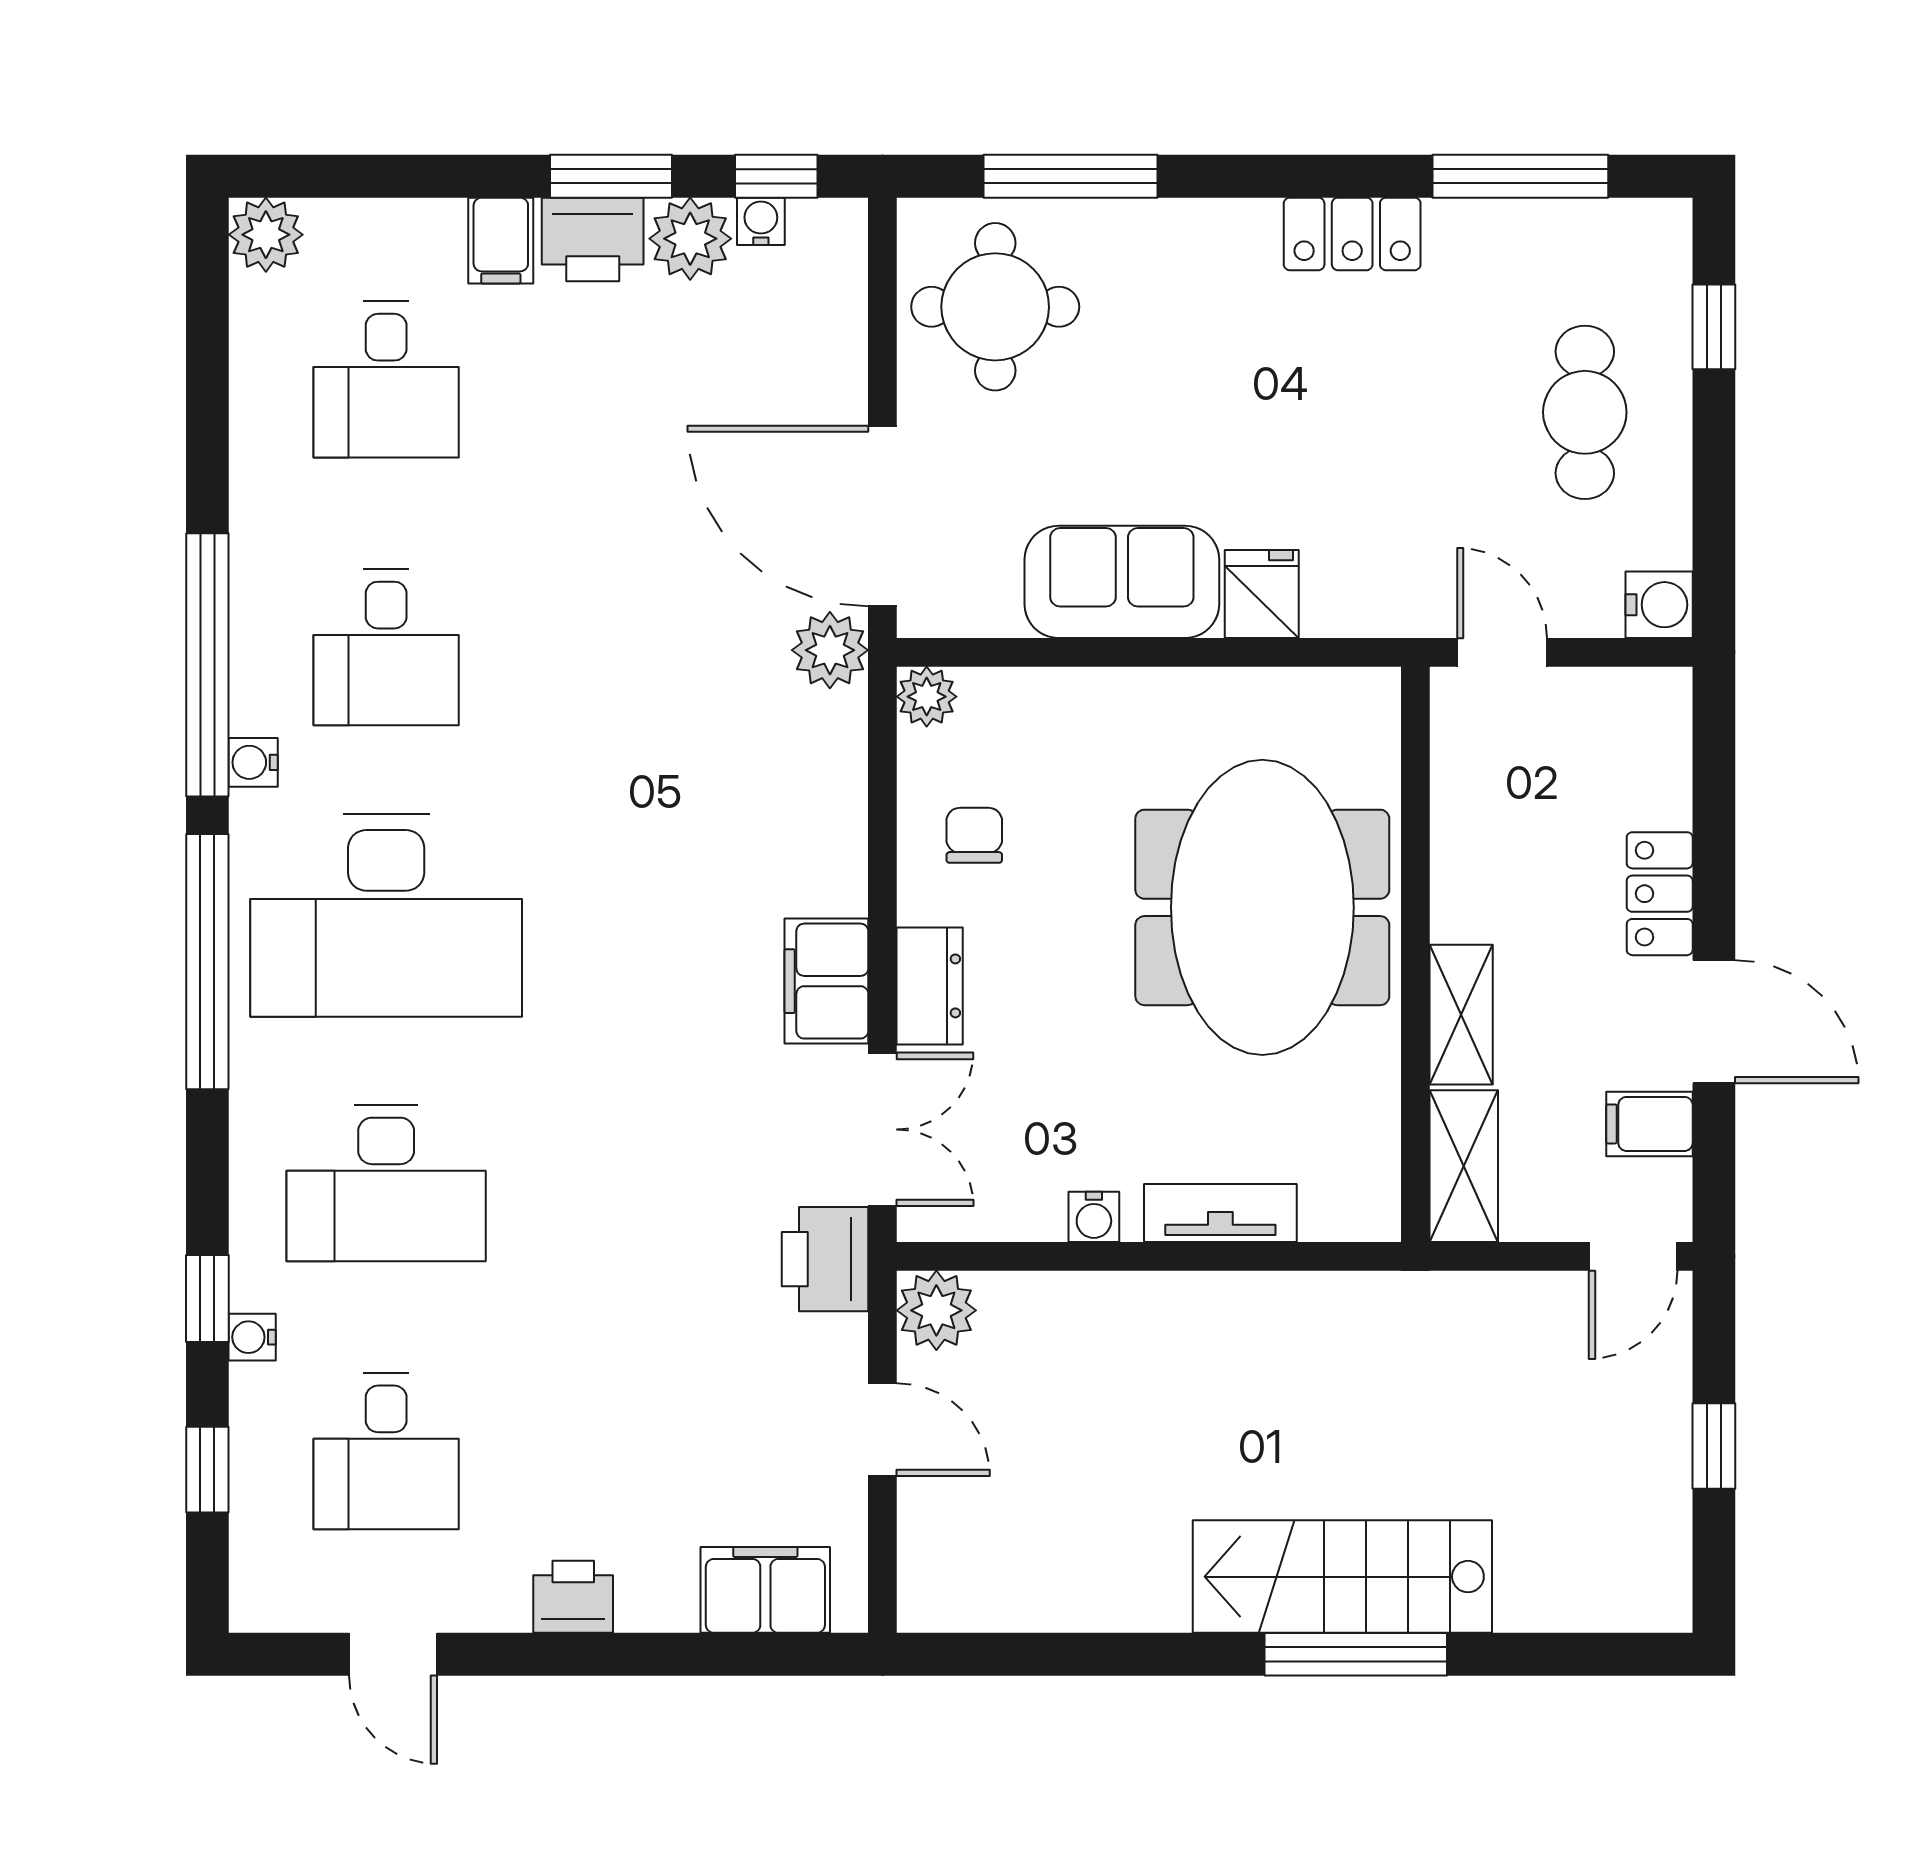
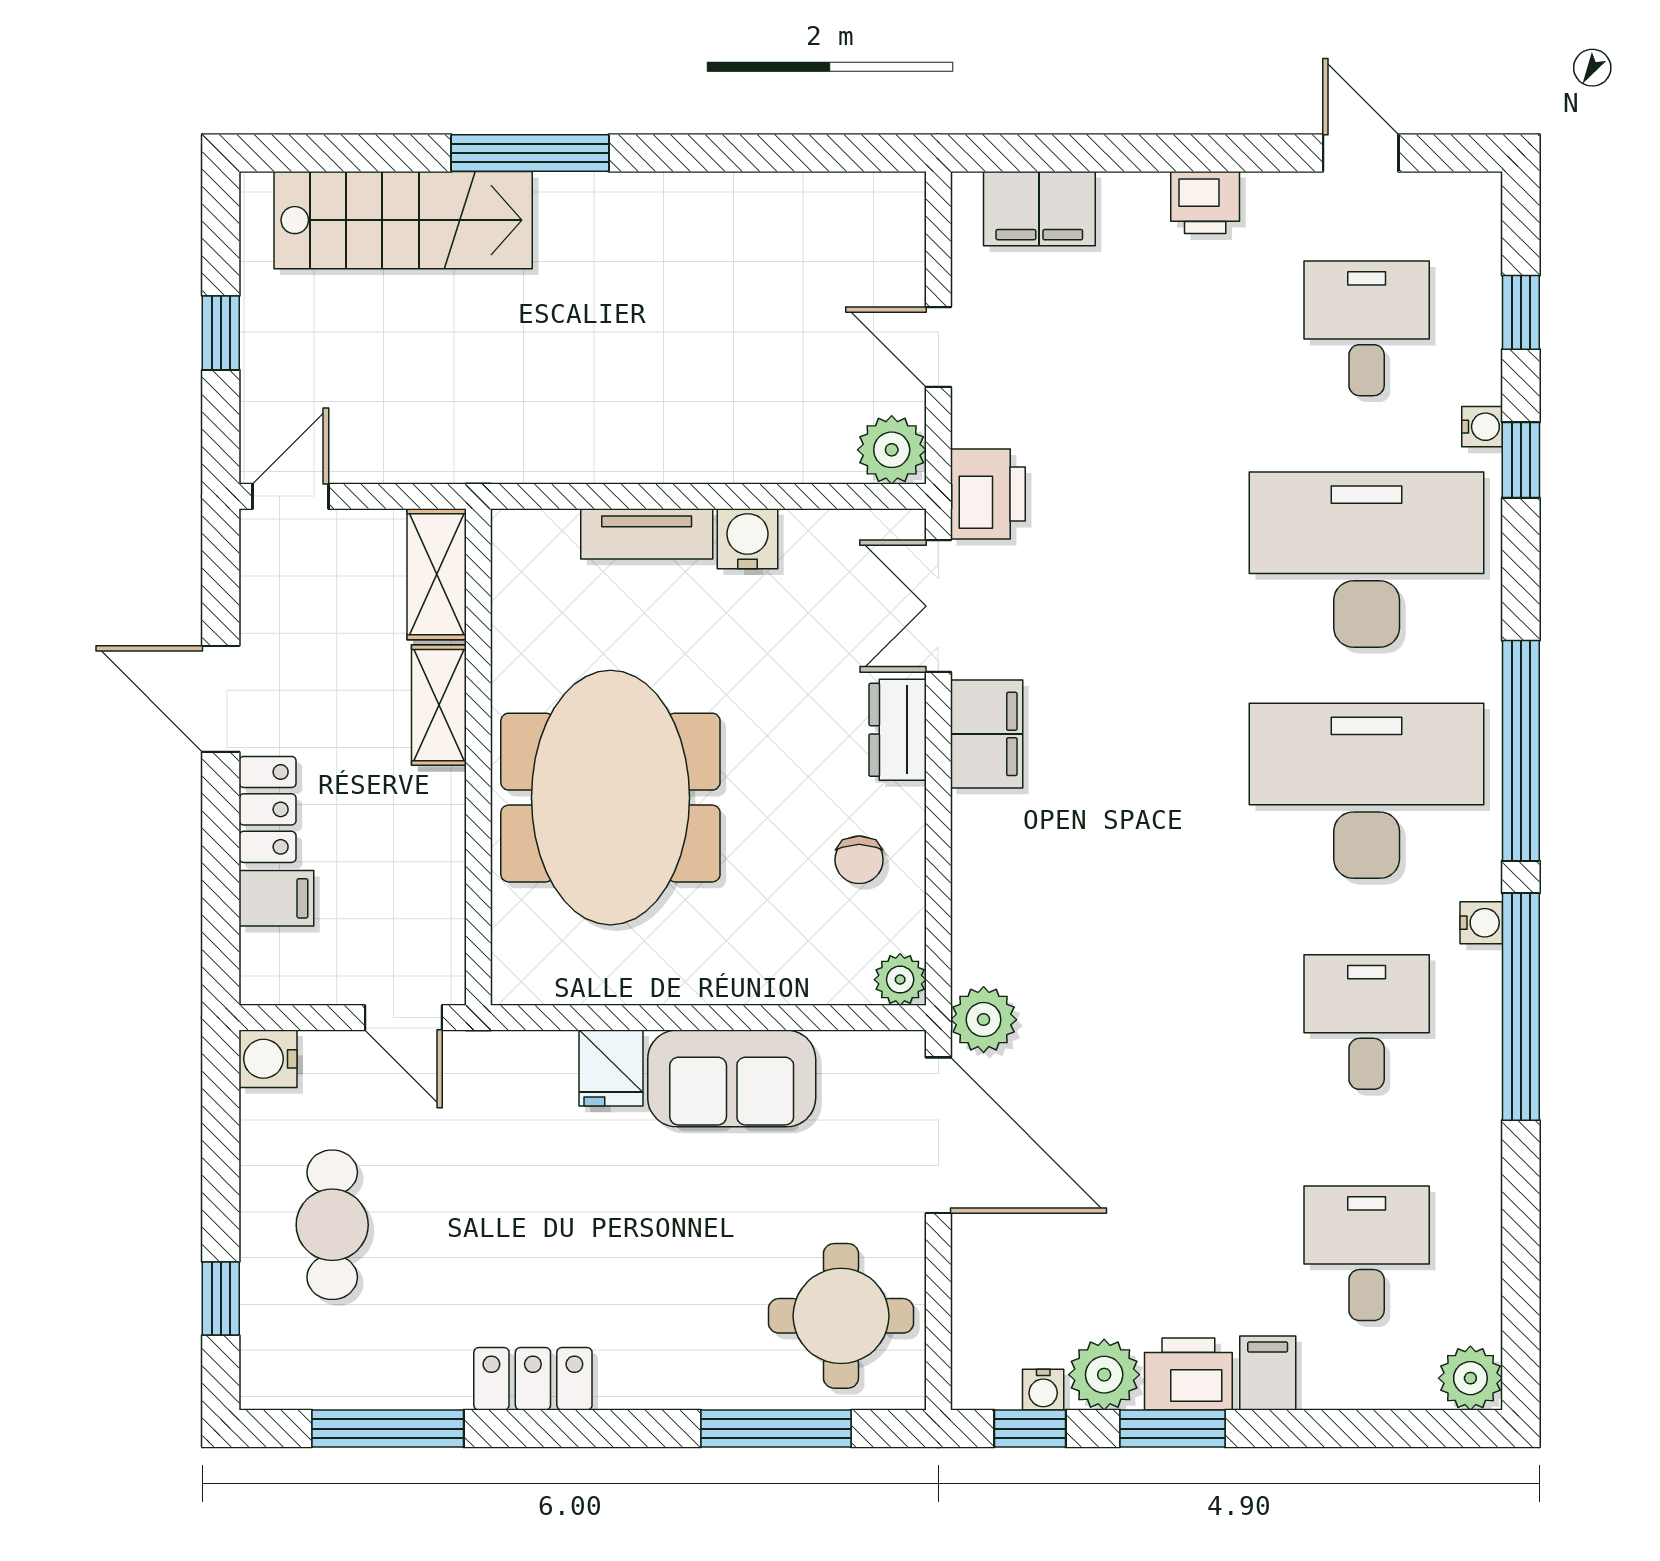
filing cabinet: (1649, 1124) -> (276, 898), moved
desk: (386, 1183) -> (1367, 560), width x1.36, depth x1.30
water cooler: (1094, 1217) -> (748, 539), width x1.38, depth x1.38
stairs: (1342, 1577) -> (403, 220), moved

